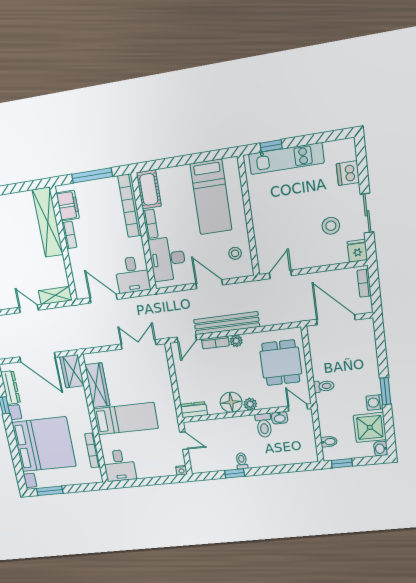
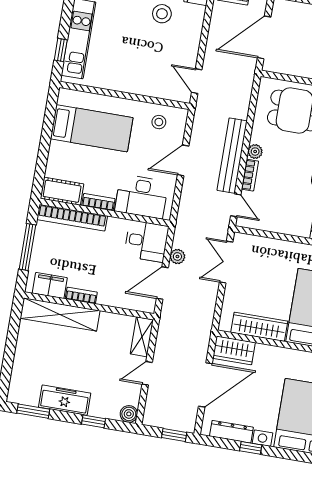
plant: (129, 304) -> (177, 257), added

